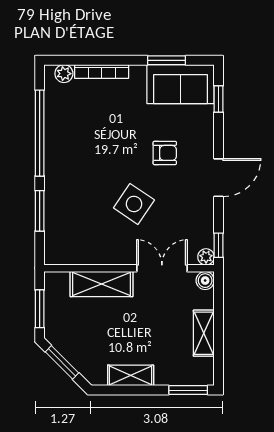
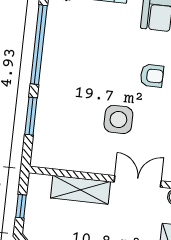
side table: (134, 204) -> (118, 119), turned -34
window: (40, 309) -> (21, 206), width x0.67

